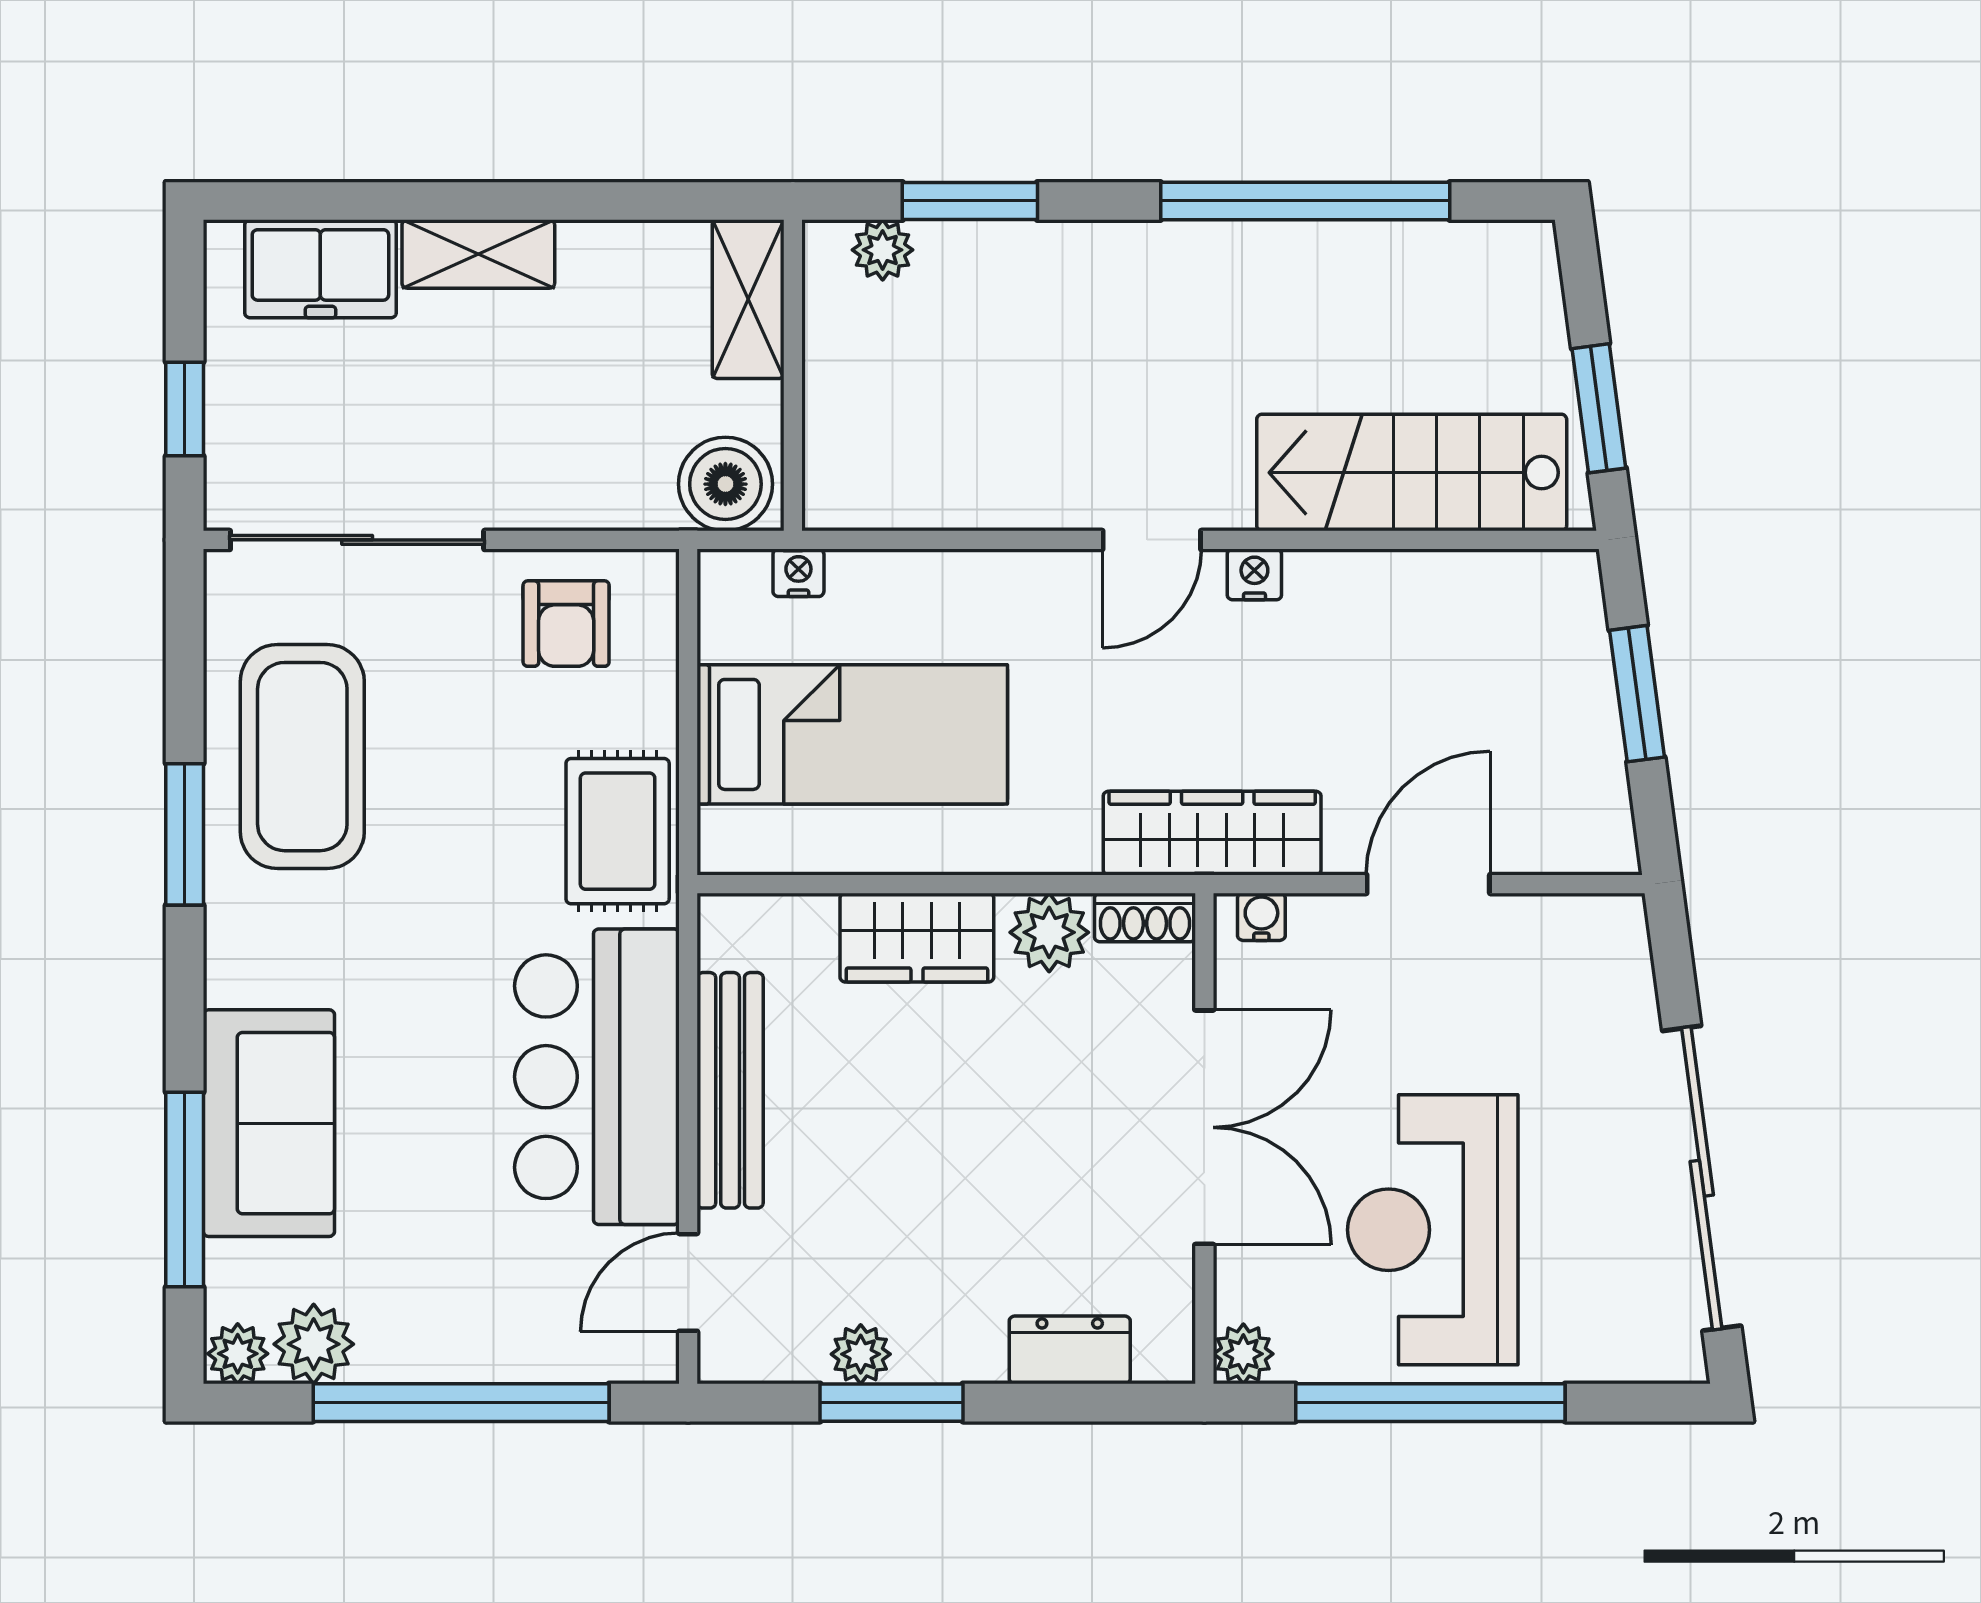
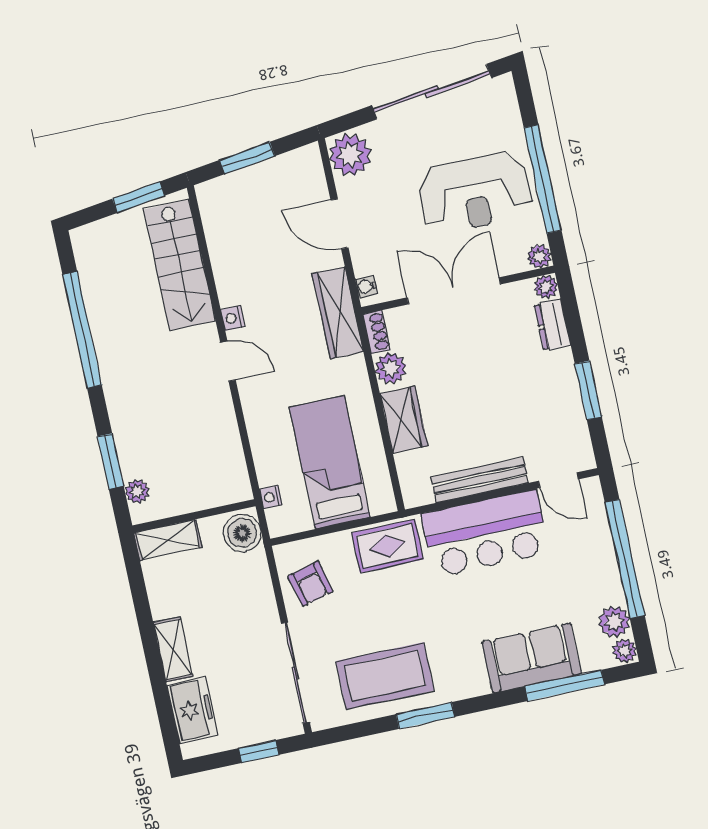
armchair: (566, 624) -> (310, 584), turned 76
plant: (1590, 946) -> (350, 155), added
plant: (861, 1354) -> (546, 287), moved

